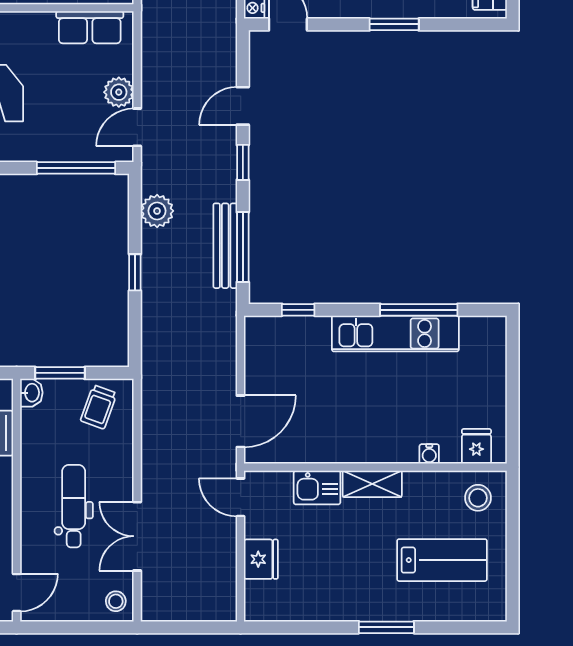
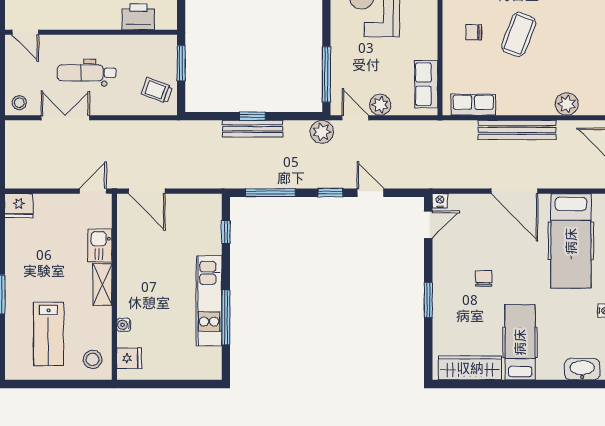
plant: (157, 211) -> (322, 132), moved
bench: (225, 246) -> (253, 129), moved
washbasin: (31, 393) -> (167, 43), removed
dental chair: (74, 506) -> (87, 73), turned 180
fridge: (261, 559) -> (19, 206), moved

